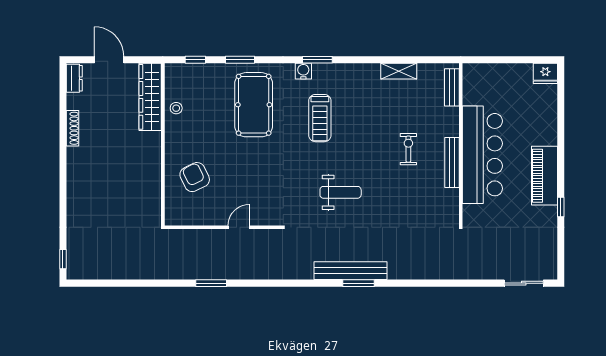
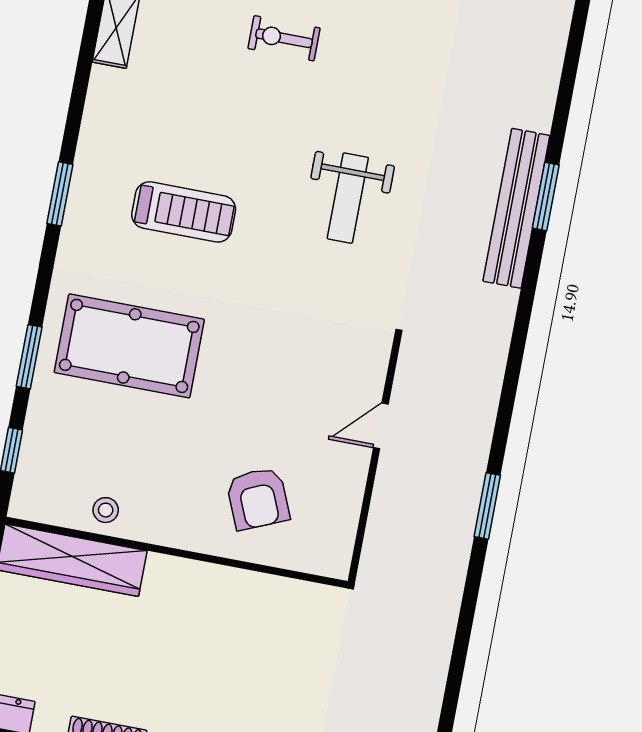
water cooler: (303, 71) -> (78, 228), removed
armchair: (195, 177) -> (258, 499), turned -87
weight bench: (341, 192) -> (348, 198), turned 180
door: (239, 227) -> (381, 426), hinge flipped

